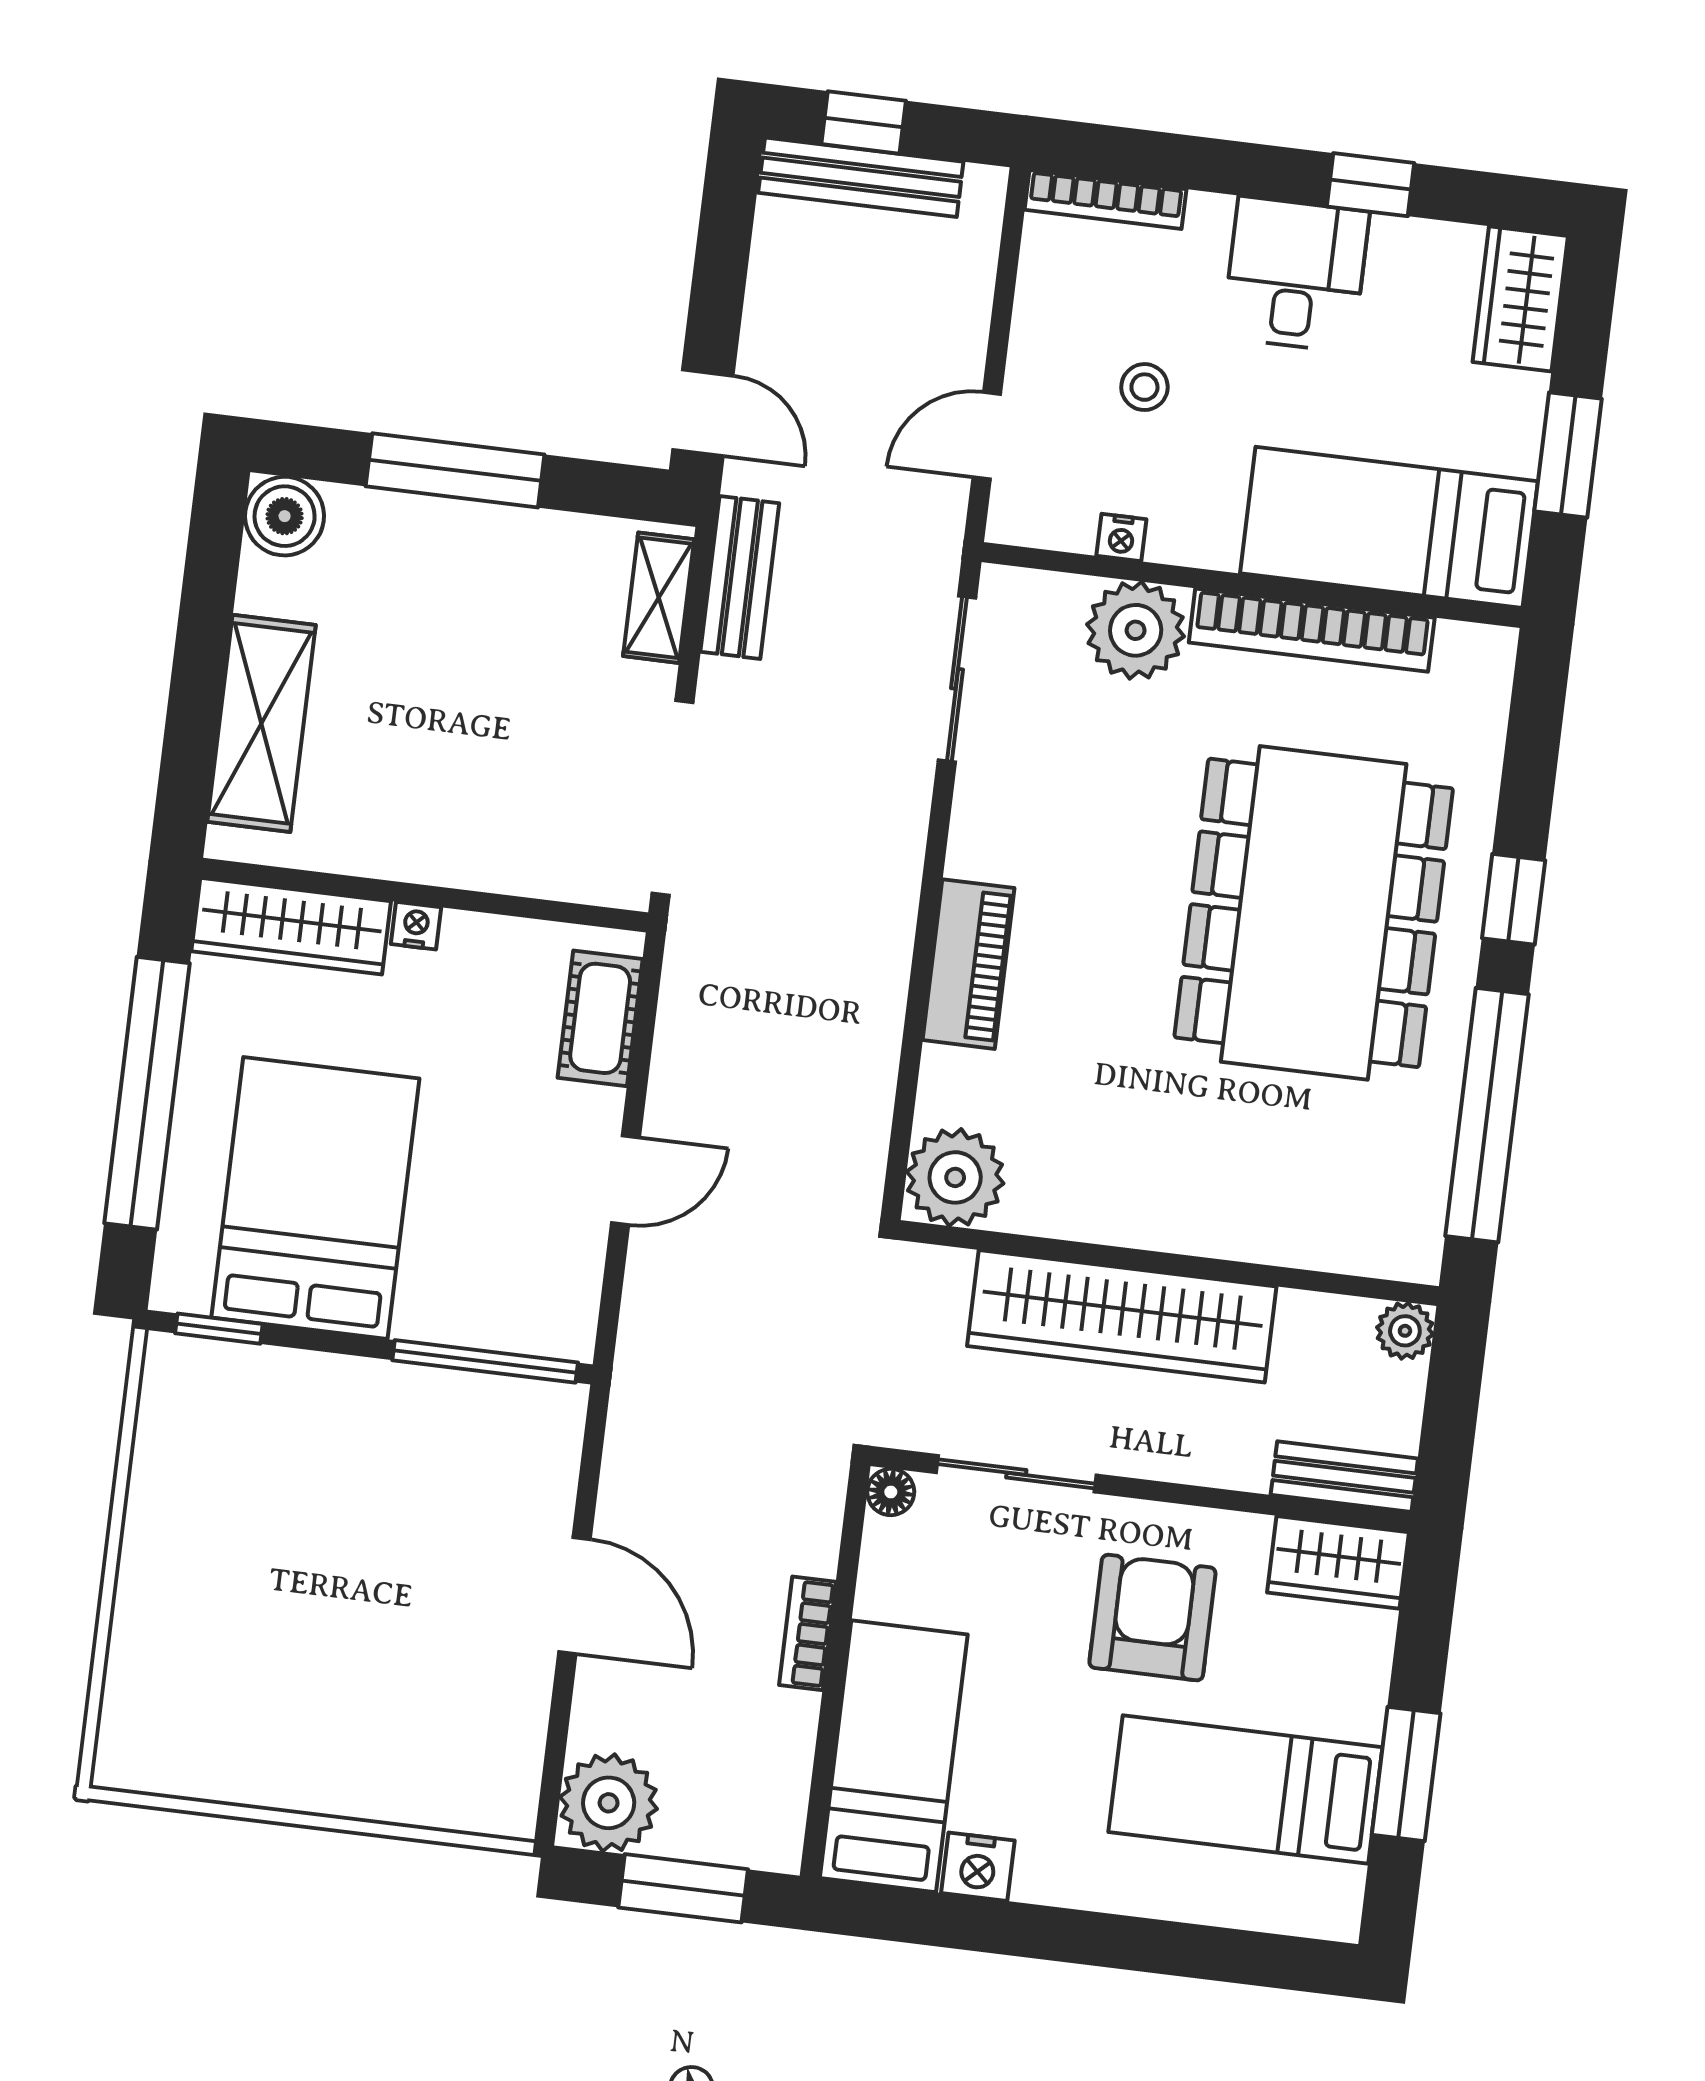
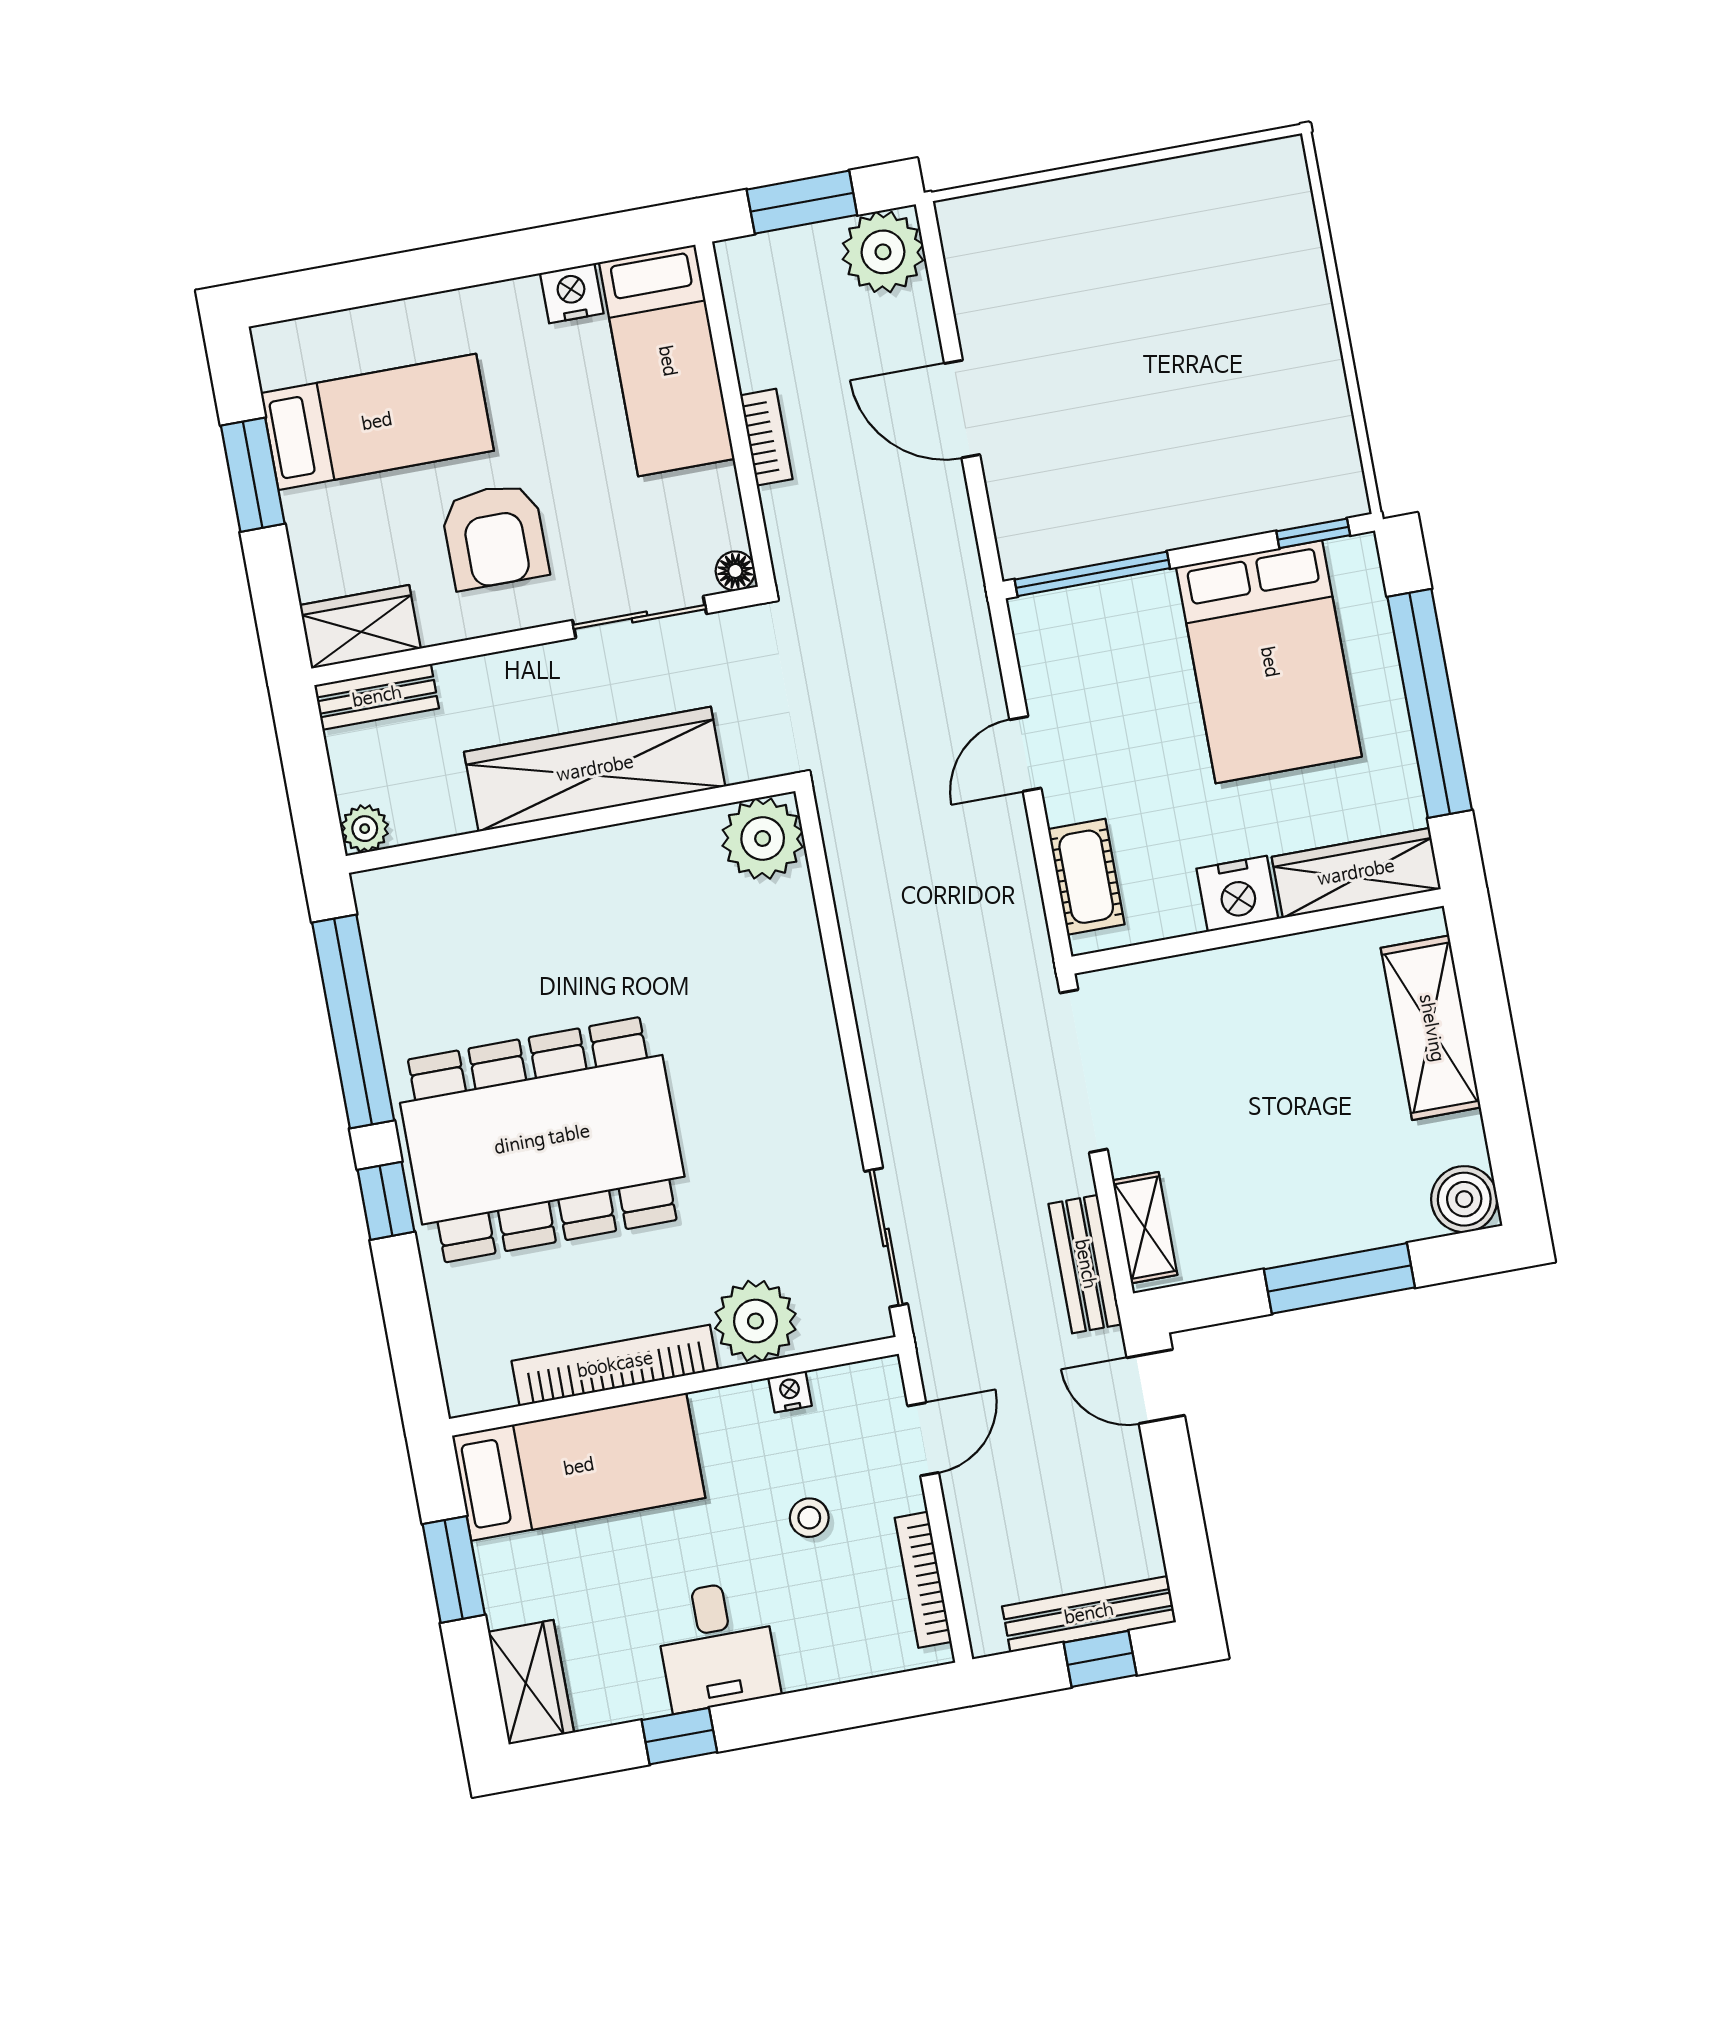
bookcase: (1105, 199) -> (923, 1580), moved, turned -90
dining table: (1314, 913) -> (542, 1140), turned 90
nightstand: (416, 926) -> (1237, 894), width x1.89, depth x1.79
piano: (969, 964) -> (805, 1012), removed

